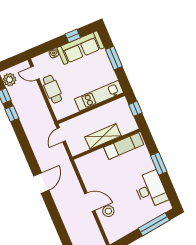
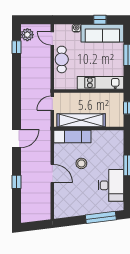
window: (12, 114) -> (16, 182), moved
shelving: (103, 136) -> (81, 120), width x1.47
exam couch: (124, 146) -> (72, 137), moved
stool: (108, 211) -> (81, 163), moved

